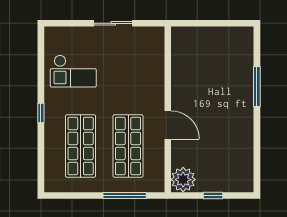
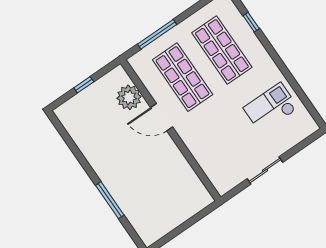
window: (41, 113) -> (251, 22), moved
plant: (183, 180) -> (129, 97), moved

